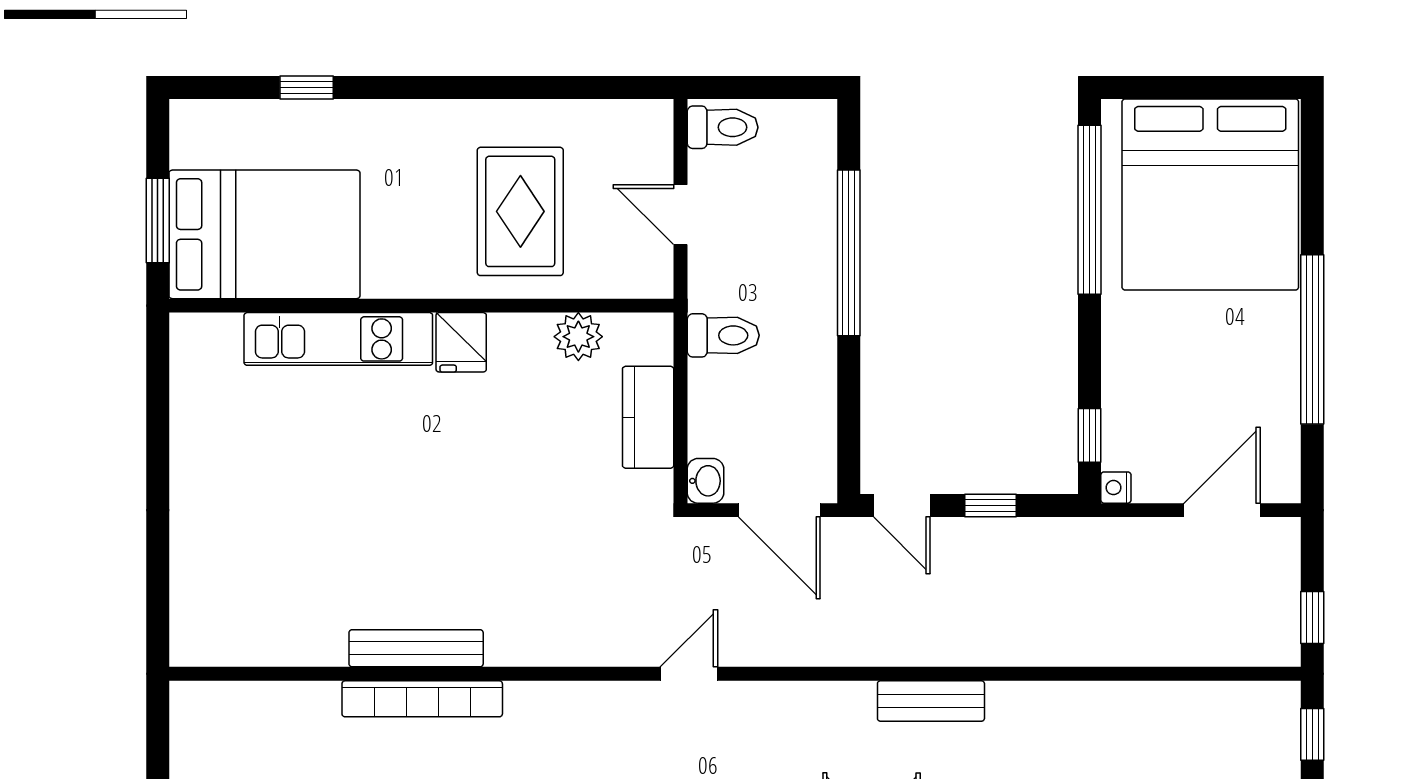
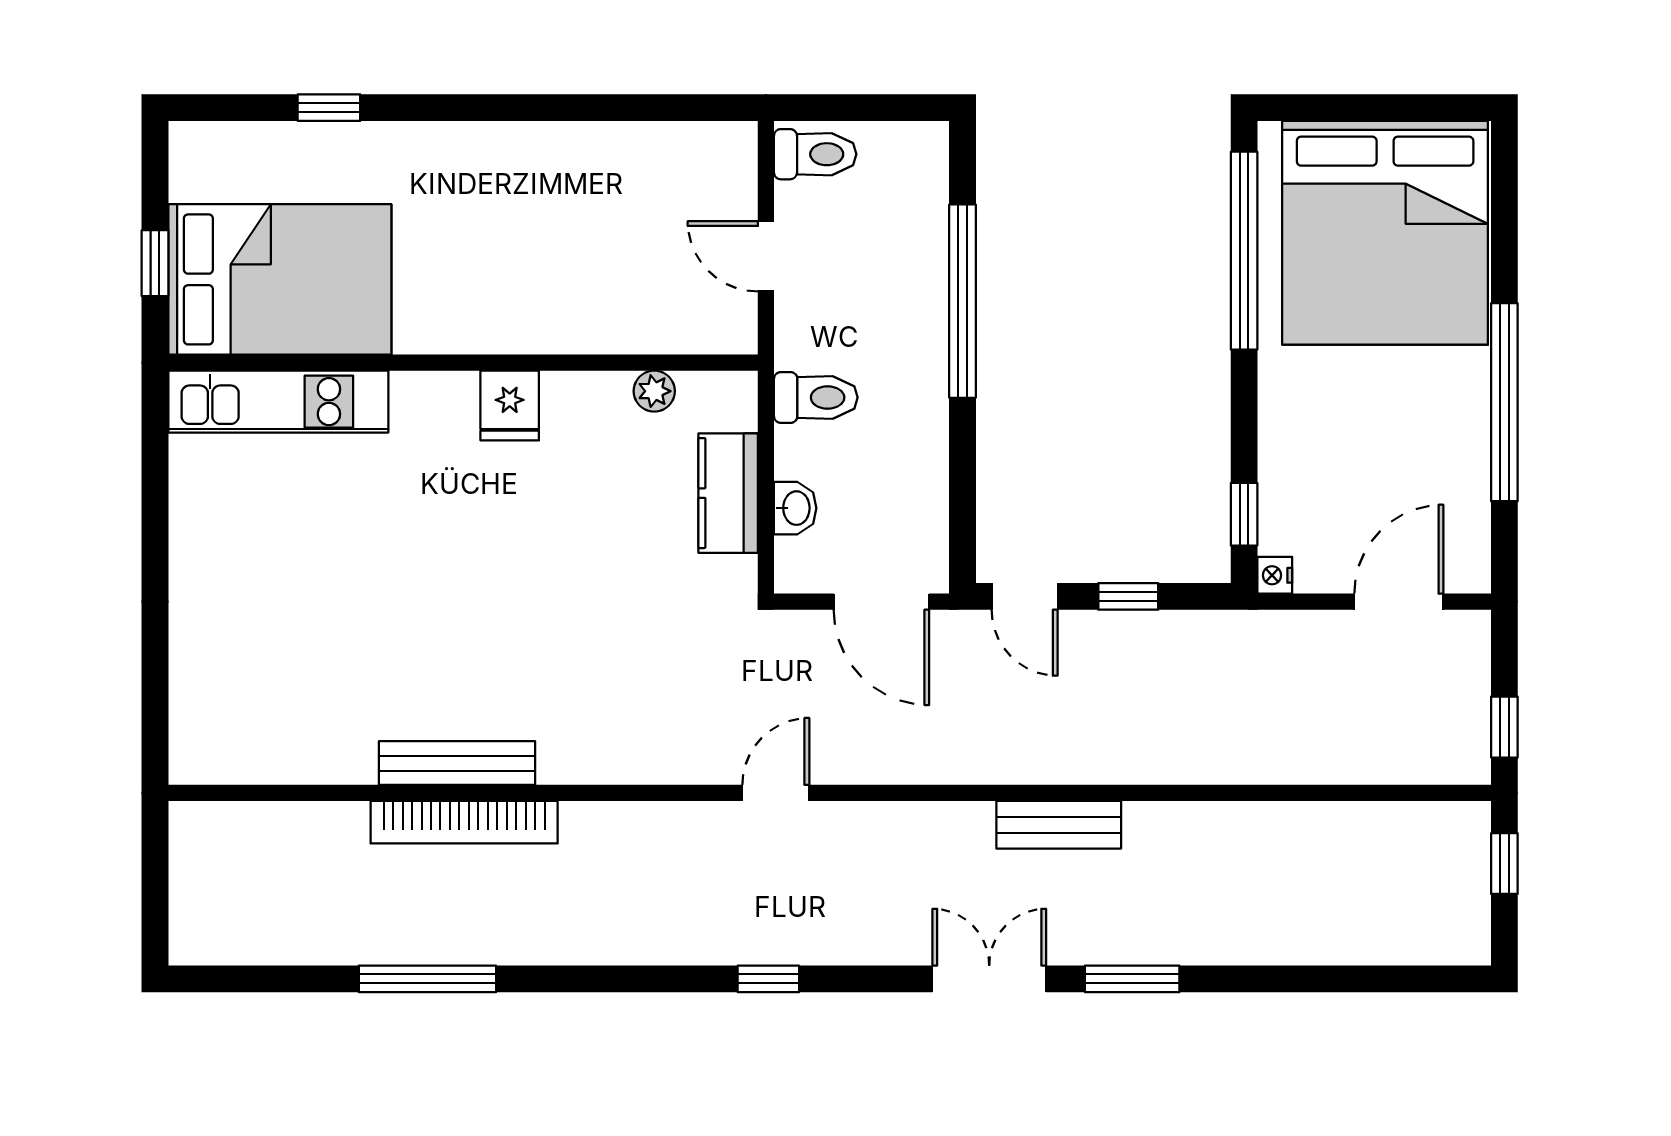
rug: (520, 211) -> (579, 253), removed
window: (158, 221) -> (155, 263), width x0.67
plant: (578, 337) -> (654, 391), width x0.73, depth x0.73
kitchen unit: (338, 339) -> (278, 402), moved
washbasin: (705, 481) -> (795, 508), moved

